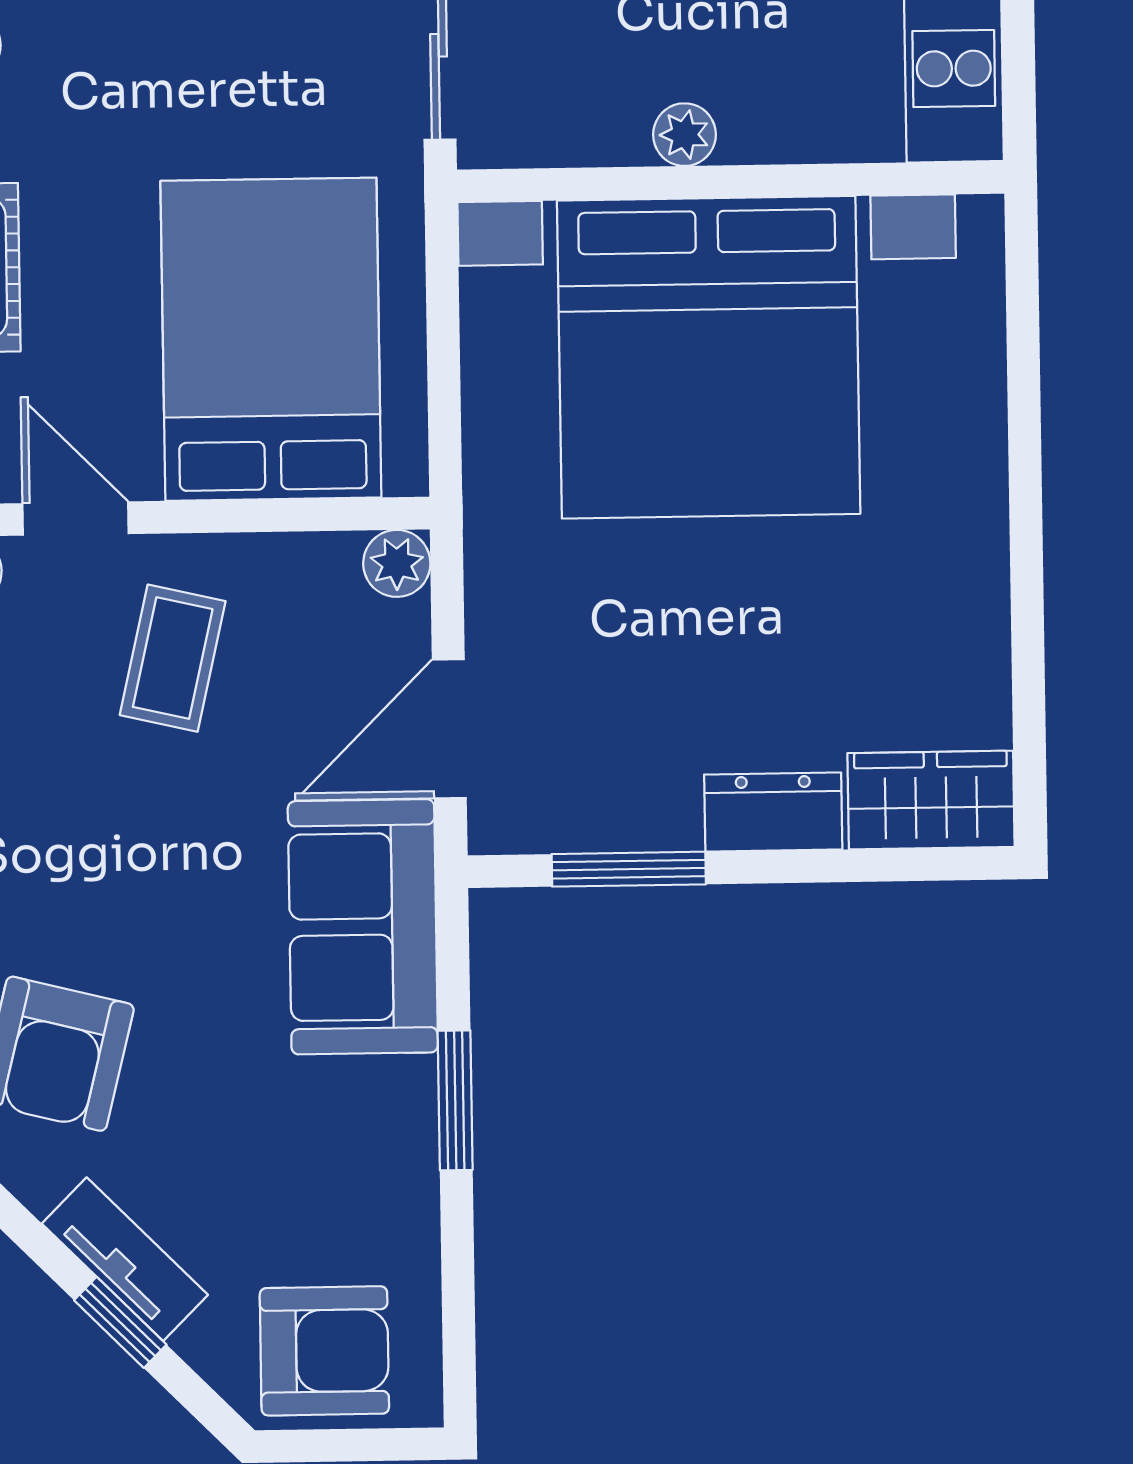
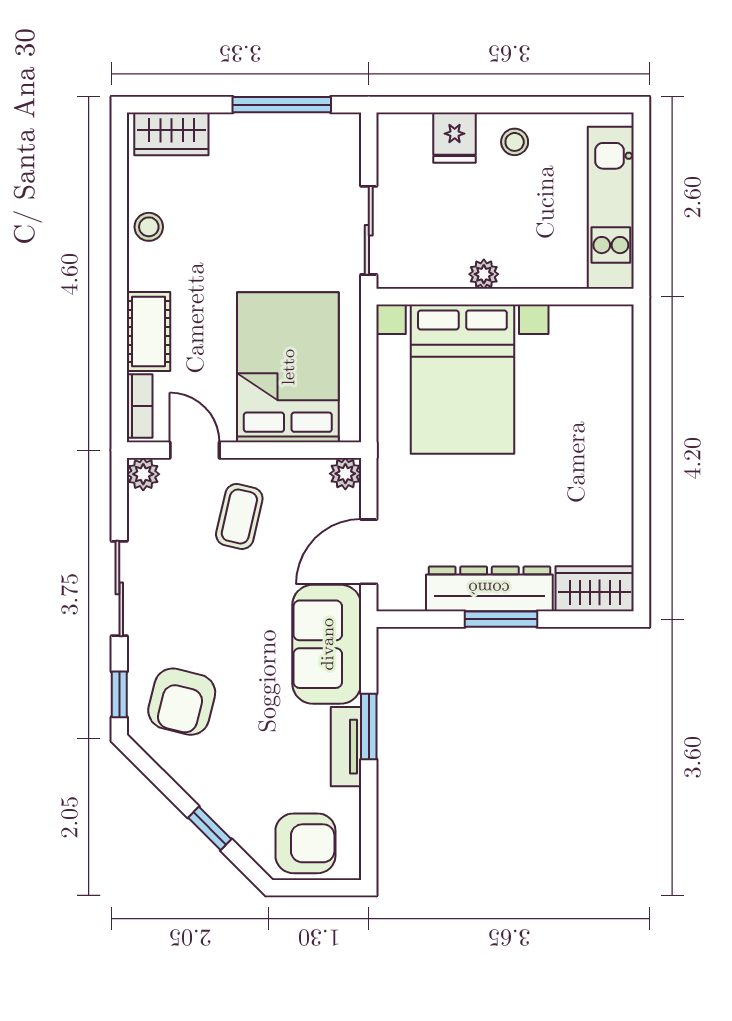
bed with nightstands: (709, 357) -> (462, 379), width x0.73
dresser: (773, 812) -> (489, 589), width x1.96, depth x1.24
window: (629, 869) -> (501, 619), moved
tv unit: (125, 1259) -> (346, 747), moved, turned -135

